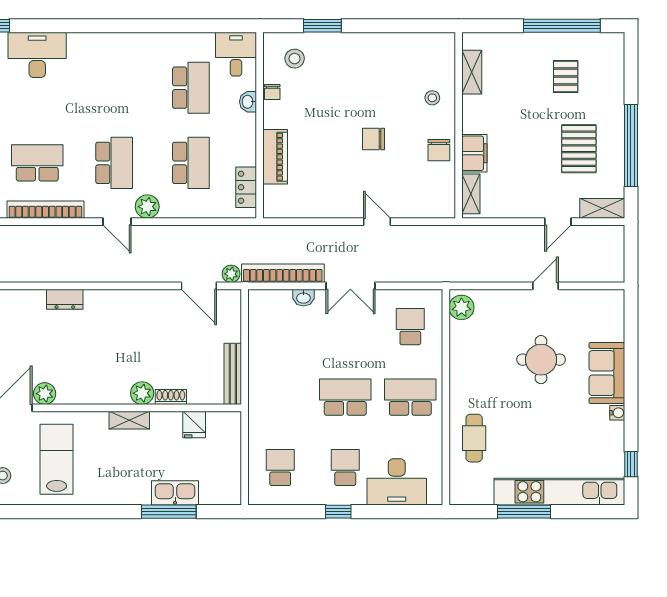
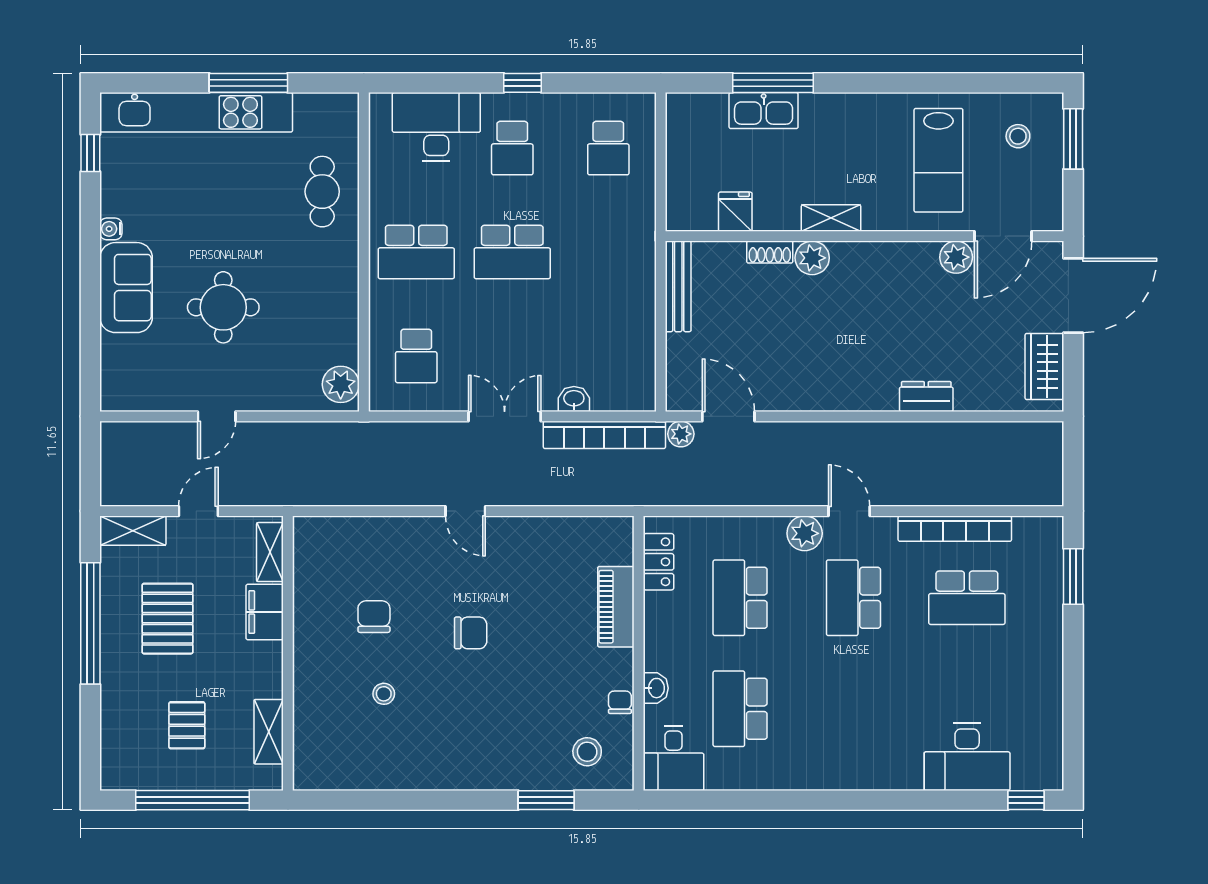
shelving: (472, 72) -> (269, 732), moved
wall: (459, 125) -> (288, 653), moved
filing cabinet: (474, 153) -> (265, 612), moved
shelving: (471, 194) -> (270, 552), moved

